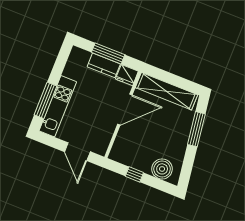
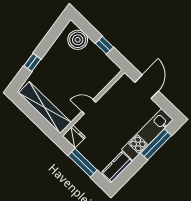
kitchen counter: (104, 65) -> (117, 167), moved, turned -90
door: (125, 109) -> (89, 107), width x0.53
window: (196, 129) -> (32, 62), width x0.46

